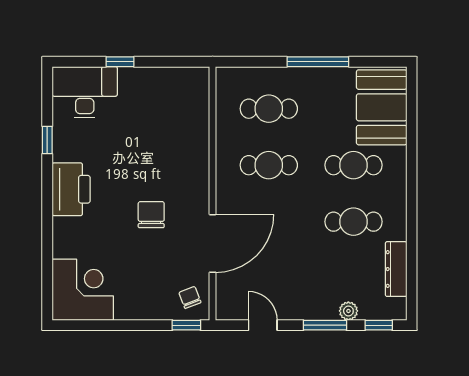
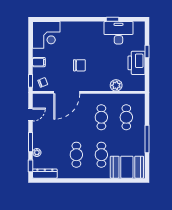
desk: (85, 92) -> (118, 33), moved, turned -90
plant: (197, 132) -> (116, 85), added
printer: (71, 189) -> (137, 63), moved, turned 90
door: (213, 243) -> (67, 92), hinge flipped
dresser: (396, 269) -> (45, 174), moved
filing cabinet: (144, 306) -> (39, 62), added

